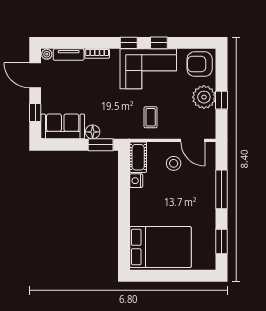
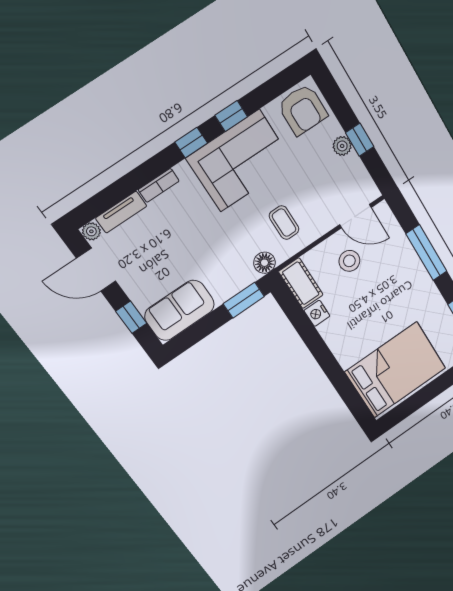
armchair: (200, 64) -> (303, 110), turned -90
plant: (204, 97) -> (342, 146), width x0.53, depth x0.53
floor lamp: (93, 132) -> (264, 263), moved

